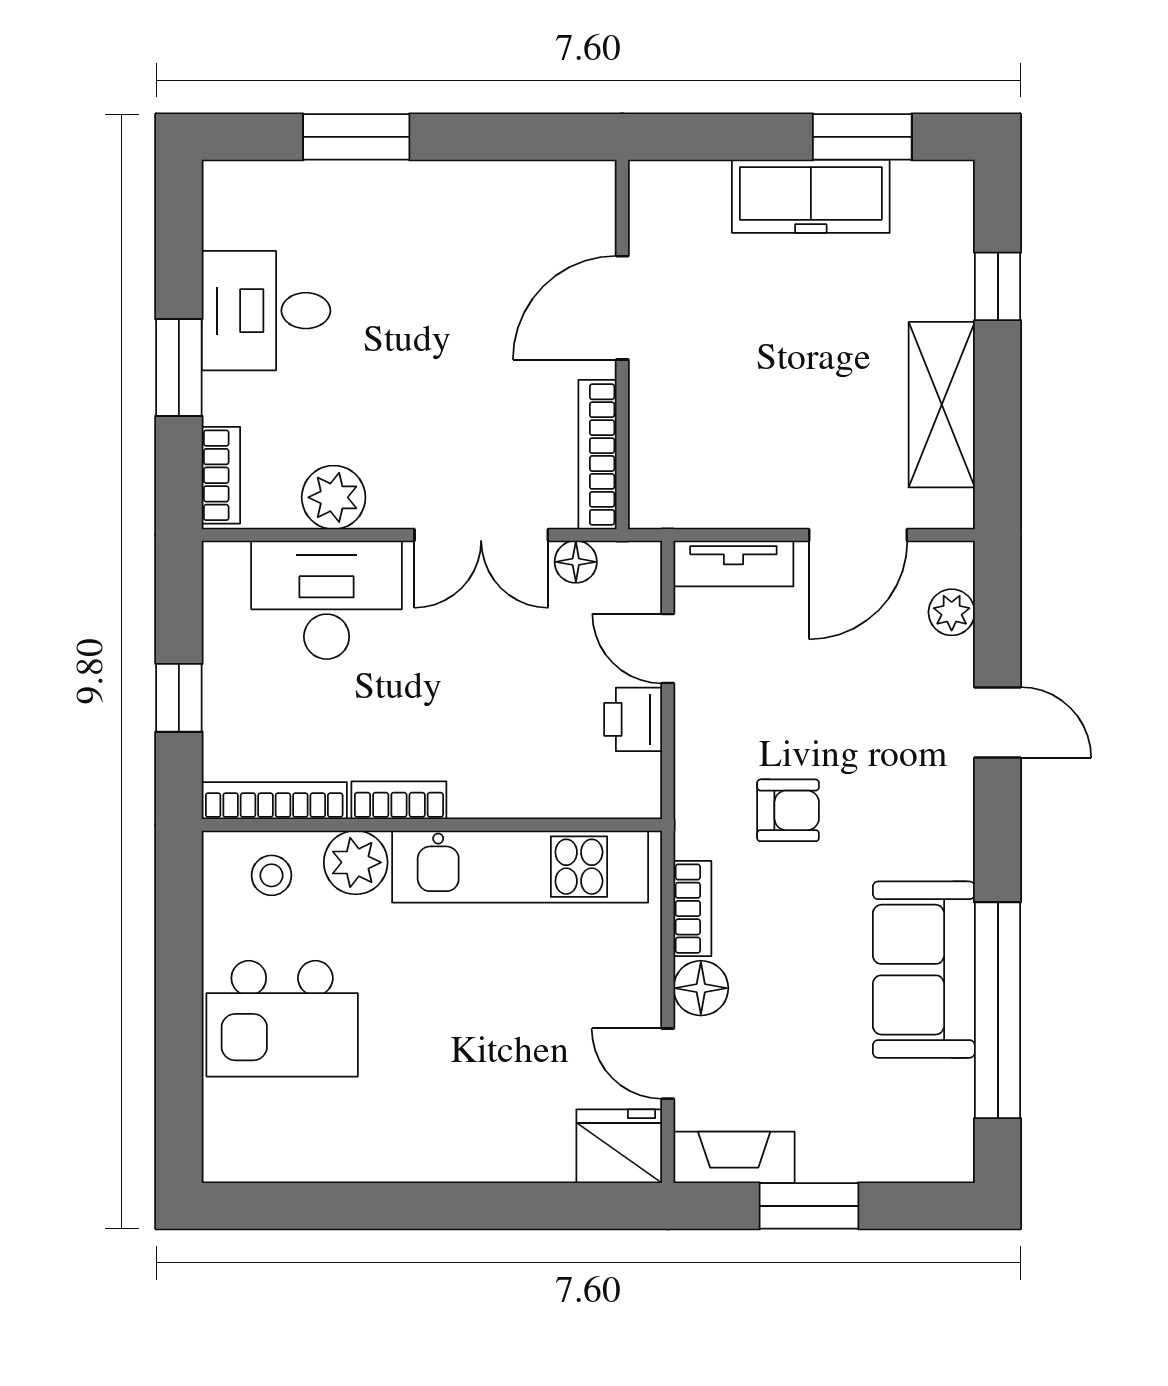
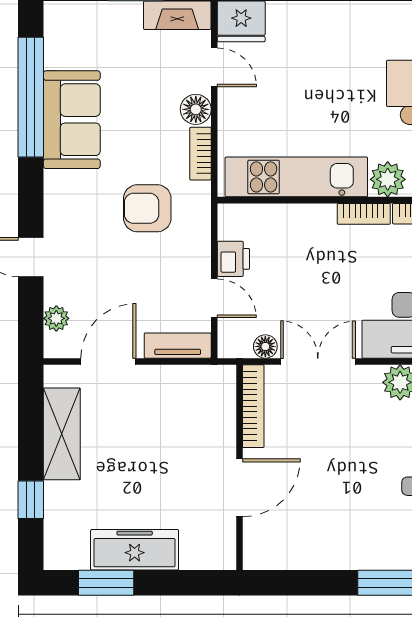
armchair: (788, 810) -> (147, 208), width x1.38, depth x1.38

